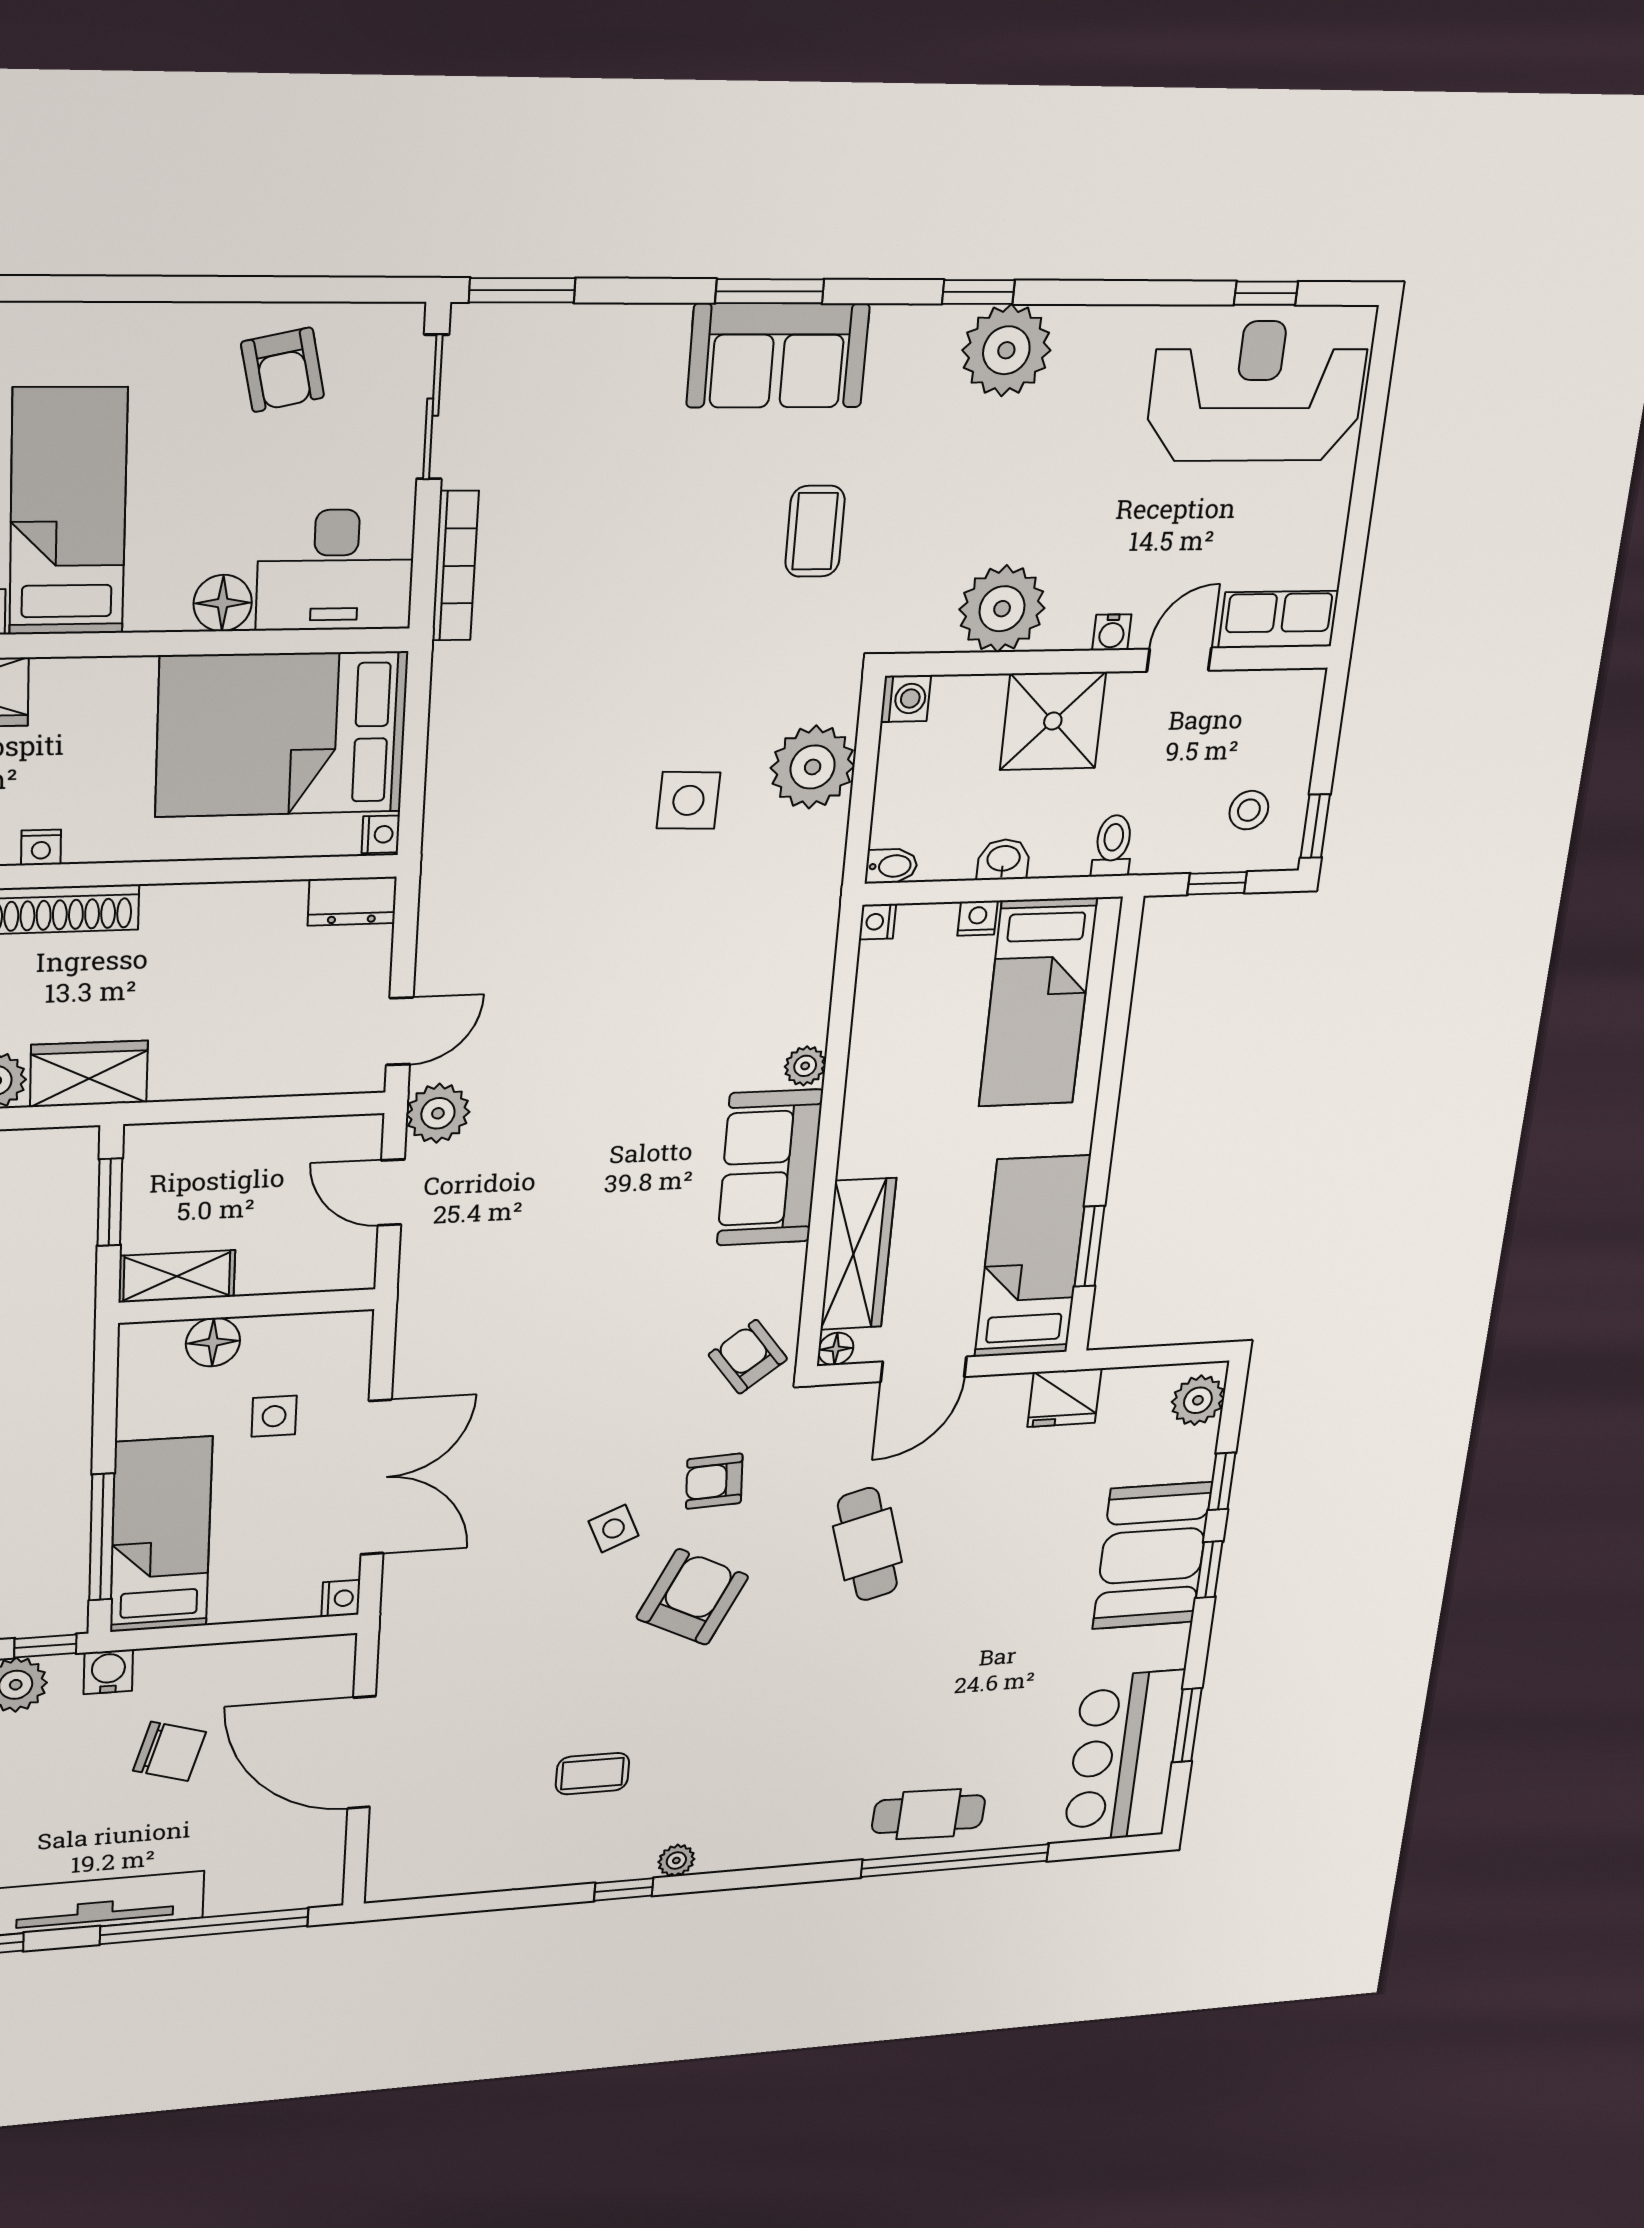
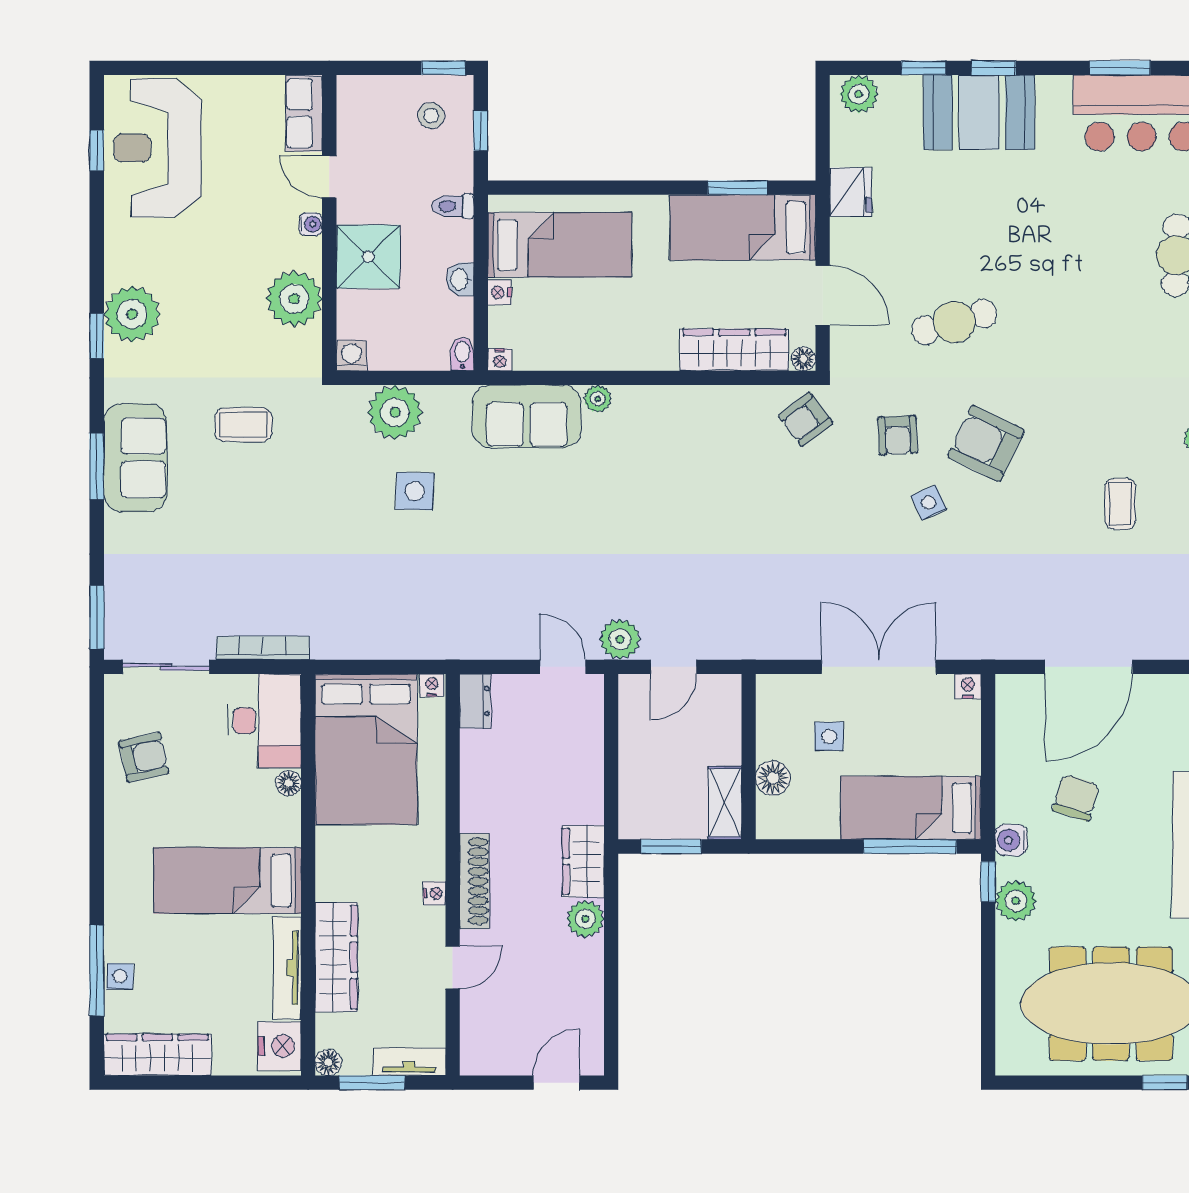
floor lamp: (223, 603) -> (288, 783), width x0.73, depth x0.73
sofa: (770, 1168) -> (527, 416), moved

